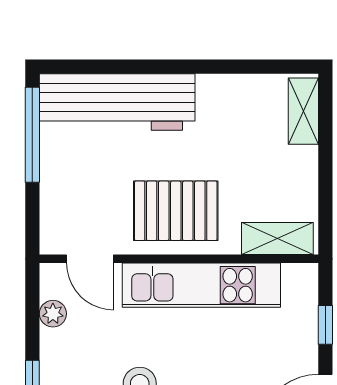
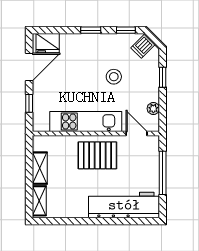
window: (32, 135) -> (163, 173), moved
shelving: (277, 238) -> (40, 168), moved, turned 90

